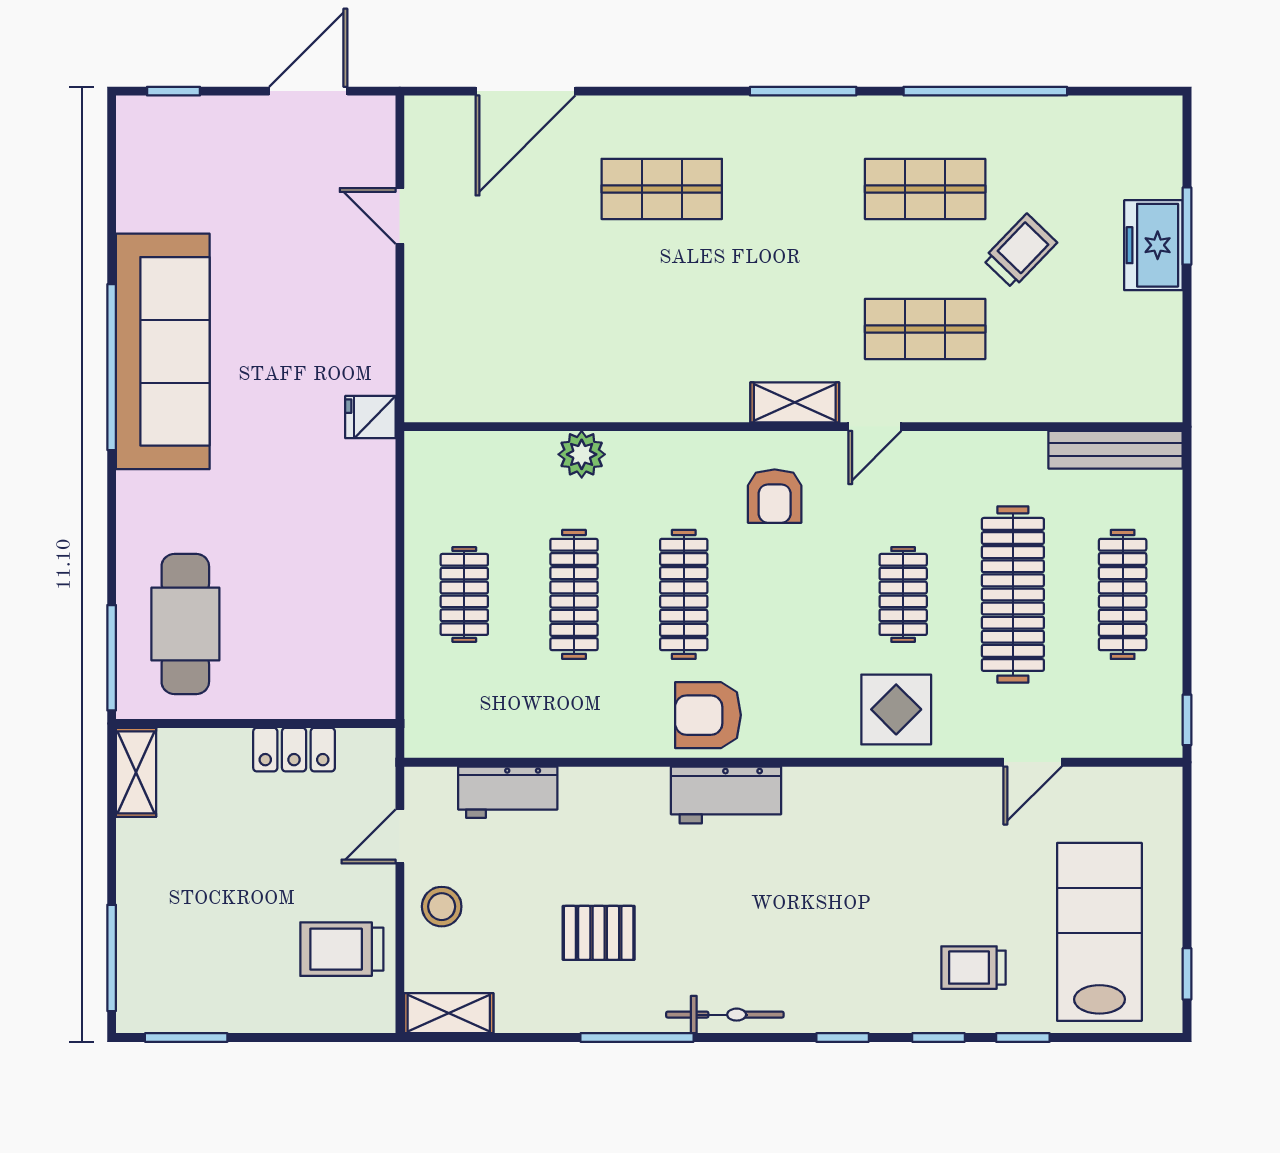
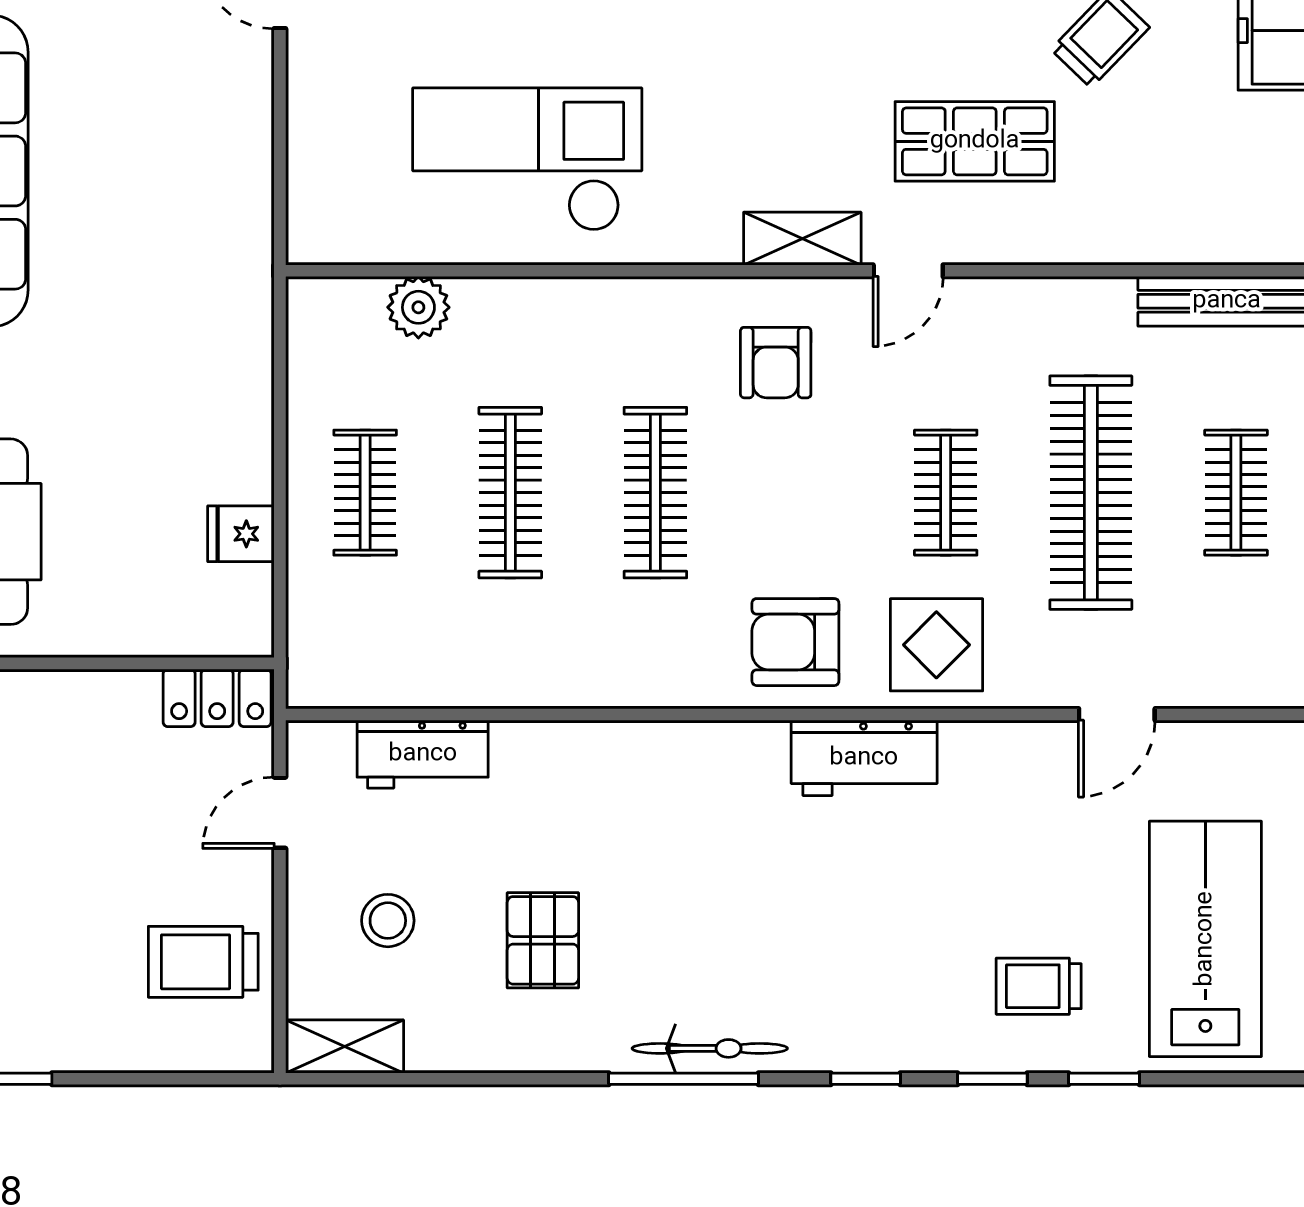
checkout: (587, 343) -> (527, 159), added
fridge: (370, 417) -> (241, 534), moved
plant: (582, 454) -> (418, 307), moved
clothes rail: (1123, 594) -> (1236, 493), width x0.73
armchair: (708, 715) -> (795, 642), moved
locker: (294, 750) -> (217, 698), moved
workbench: (726, 795) -> (864, 758), moved
stool: (442, 907) -> (388, 921), moved
pallet: (599, 933) -> (543, 940), turned 90
window: (637, 1038) -> (684, 1079), moved

